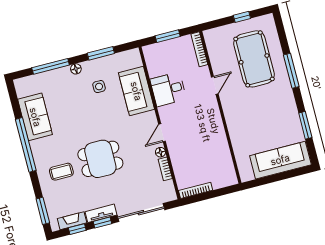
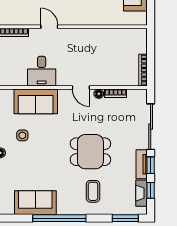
dining table: (100, 159) -> (90, 152), turned 90

